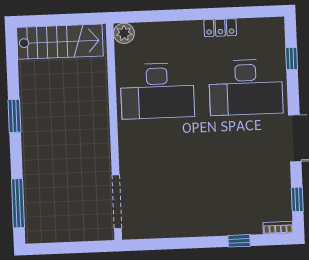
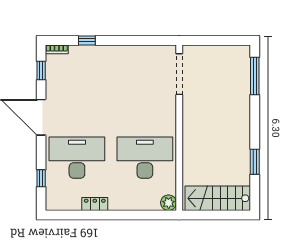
window: (14, 116) -> (255, 162), moved

